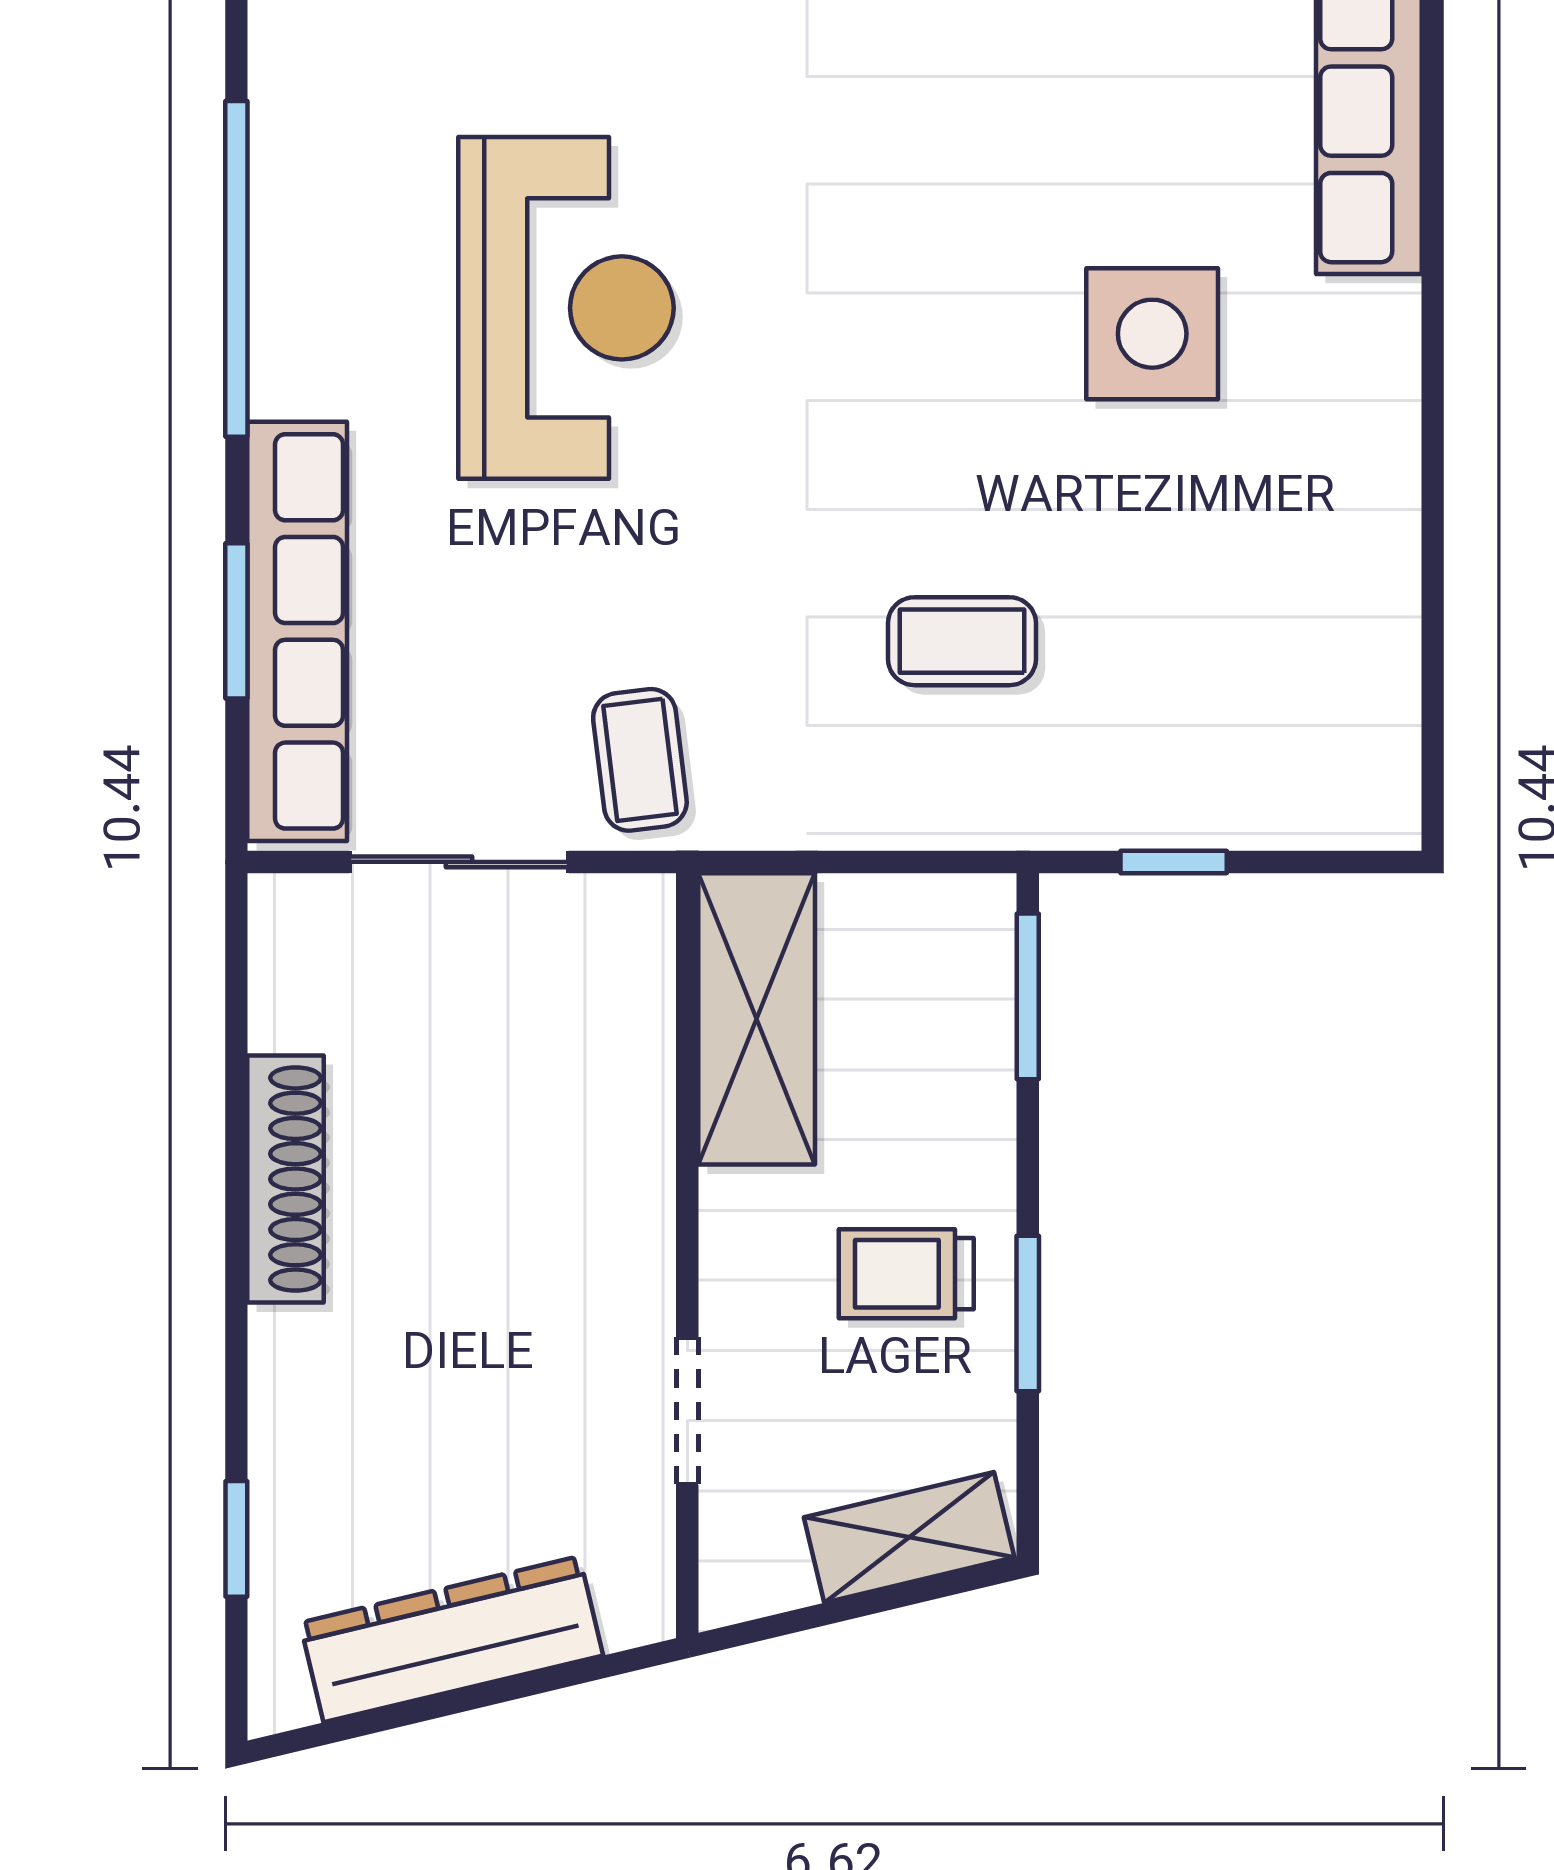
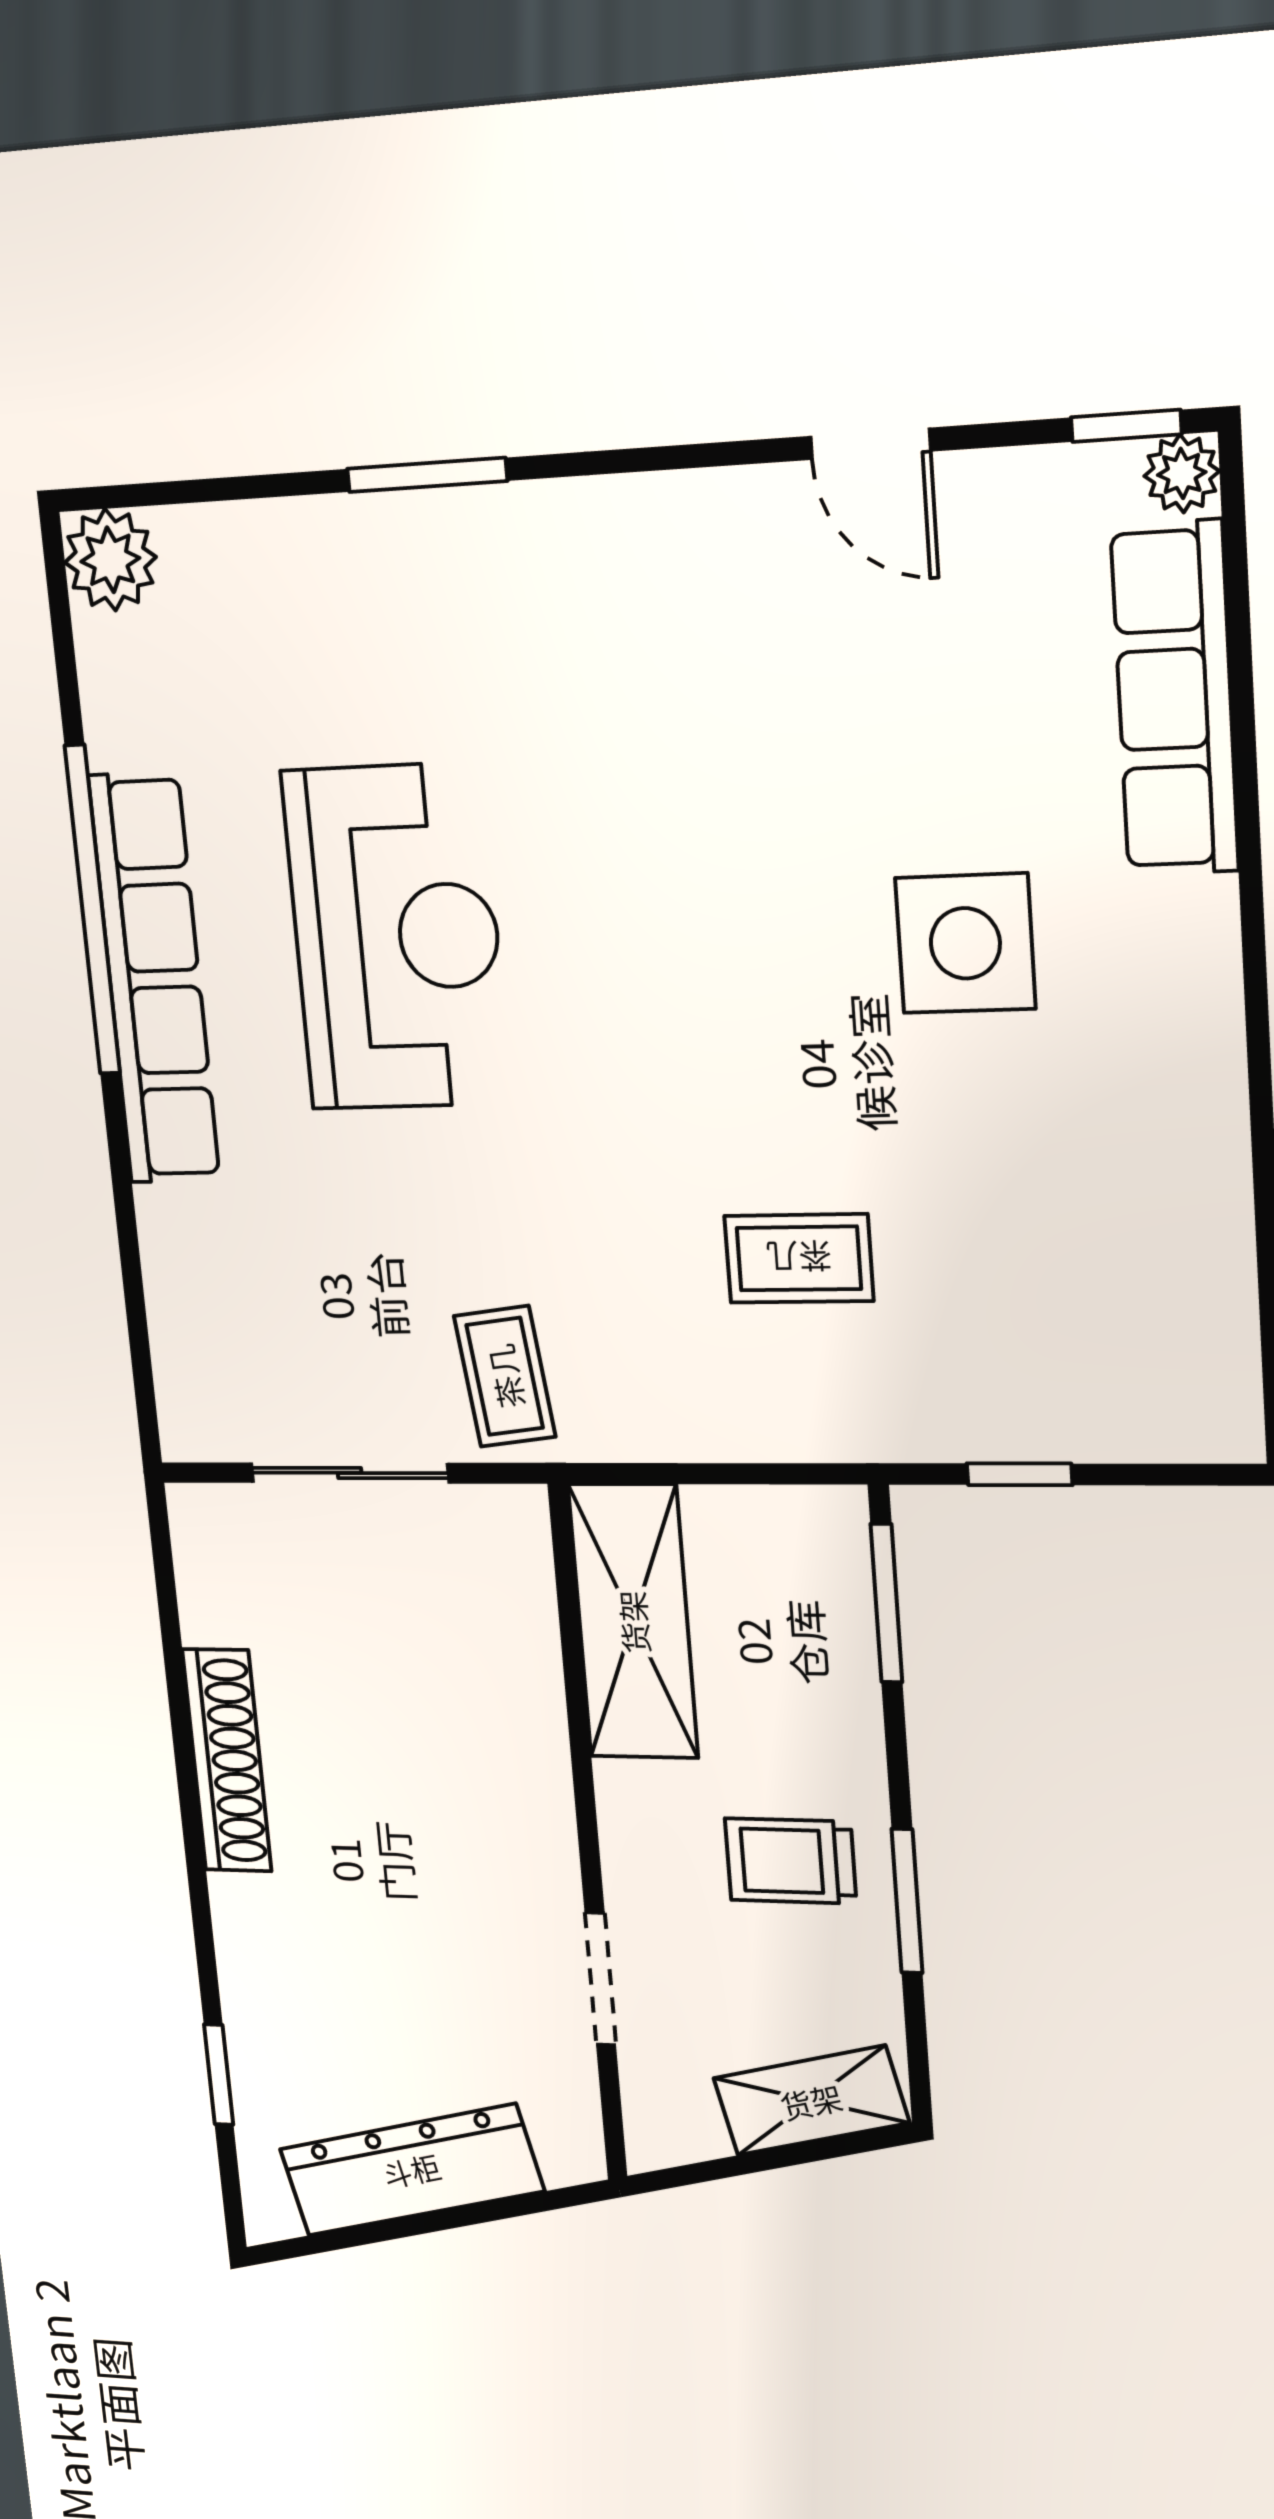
window: (236, 621) -> (129, 1248), removed
row of seats: (297, 631) -> (154, 979), moved

